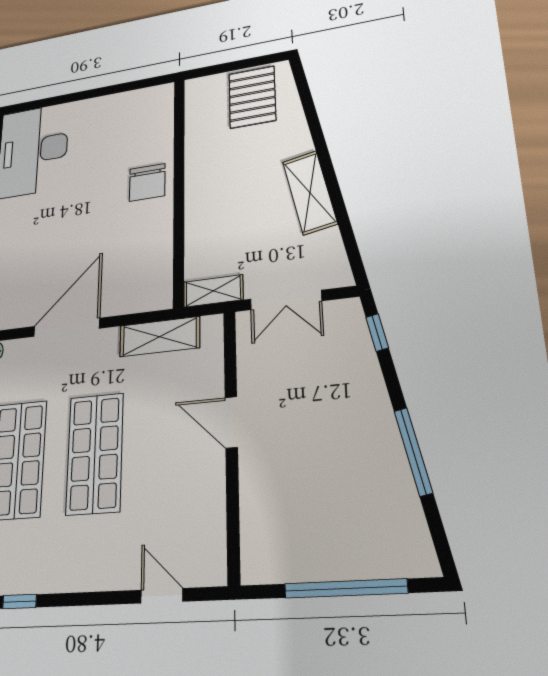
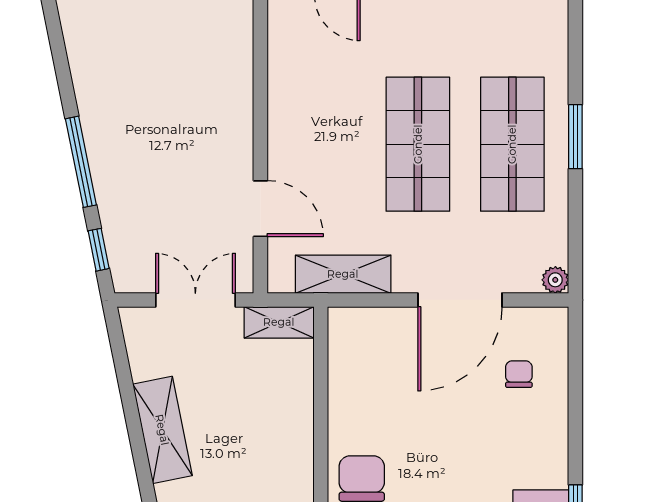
chair: (25, 277) -> (519, 374), added
door: (231, 422) -> (260, 209), moved
window: (413, 452) -> (81, 162), moved

